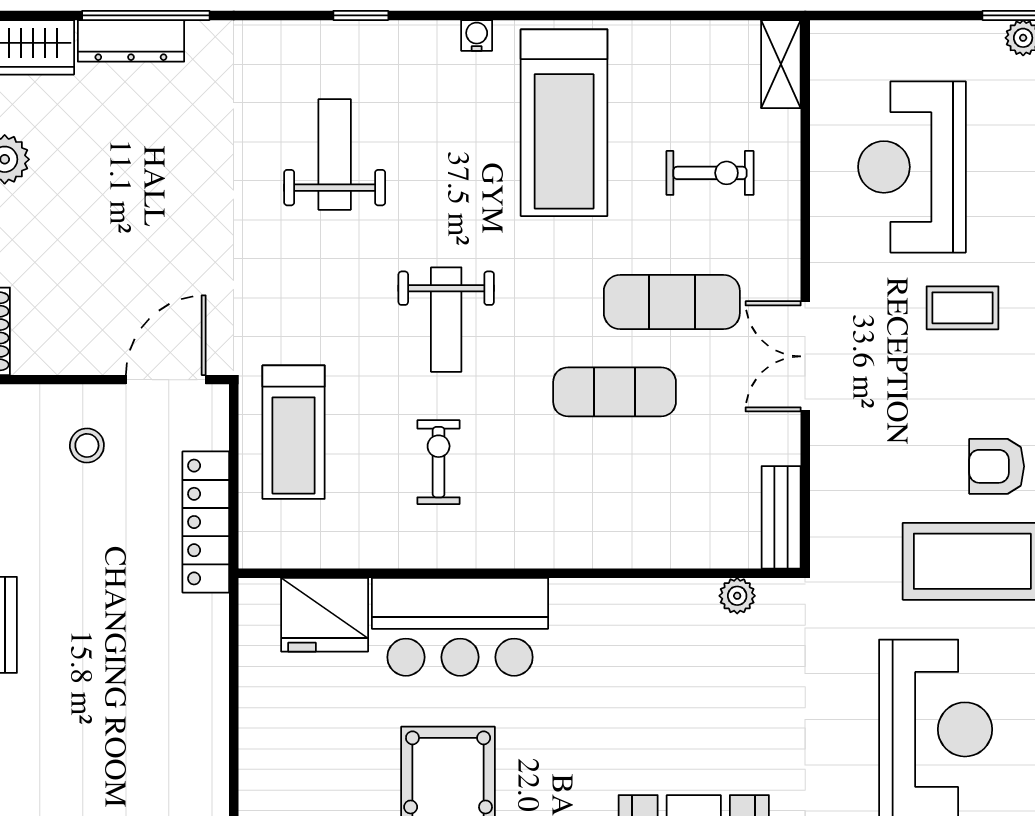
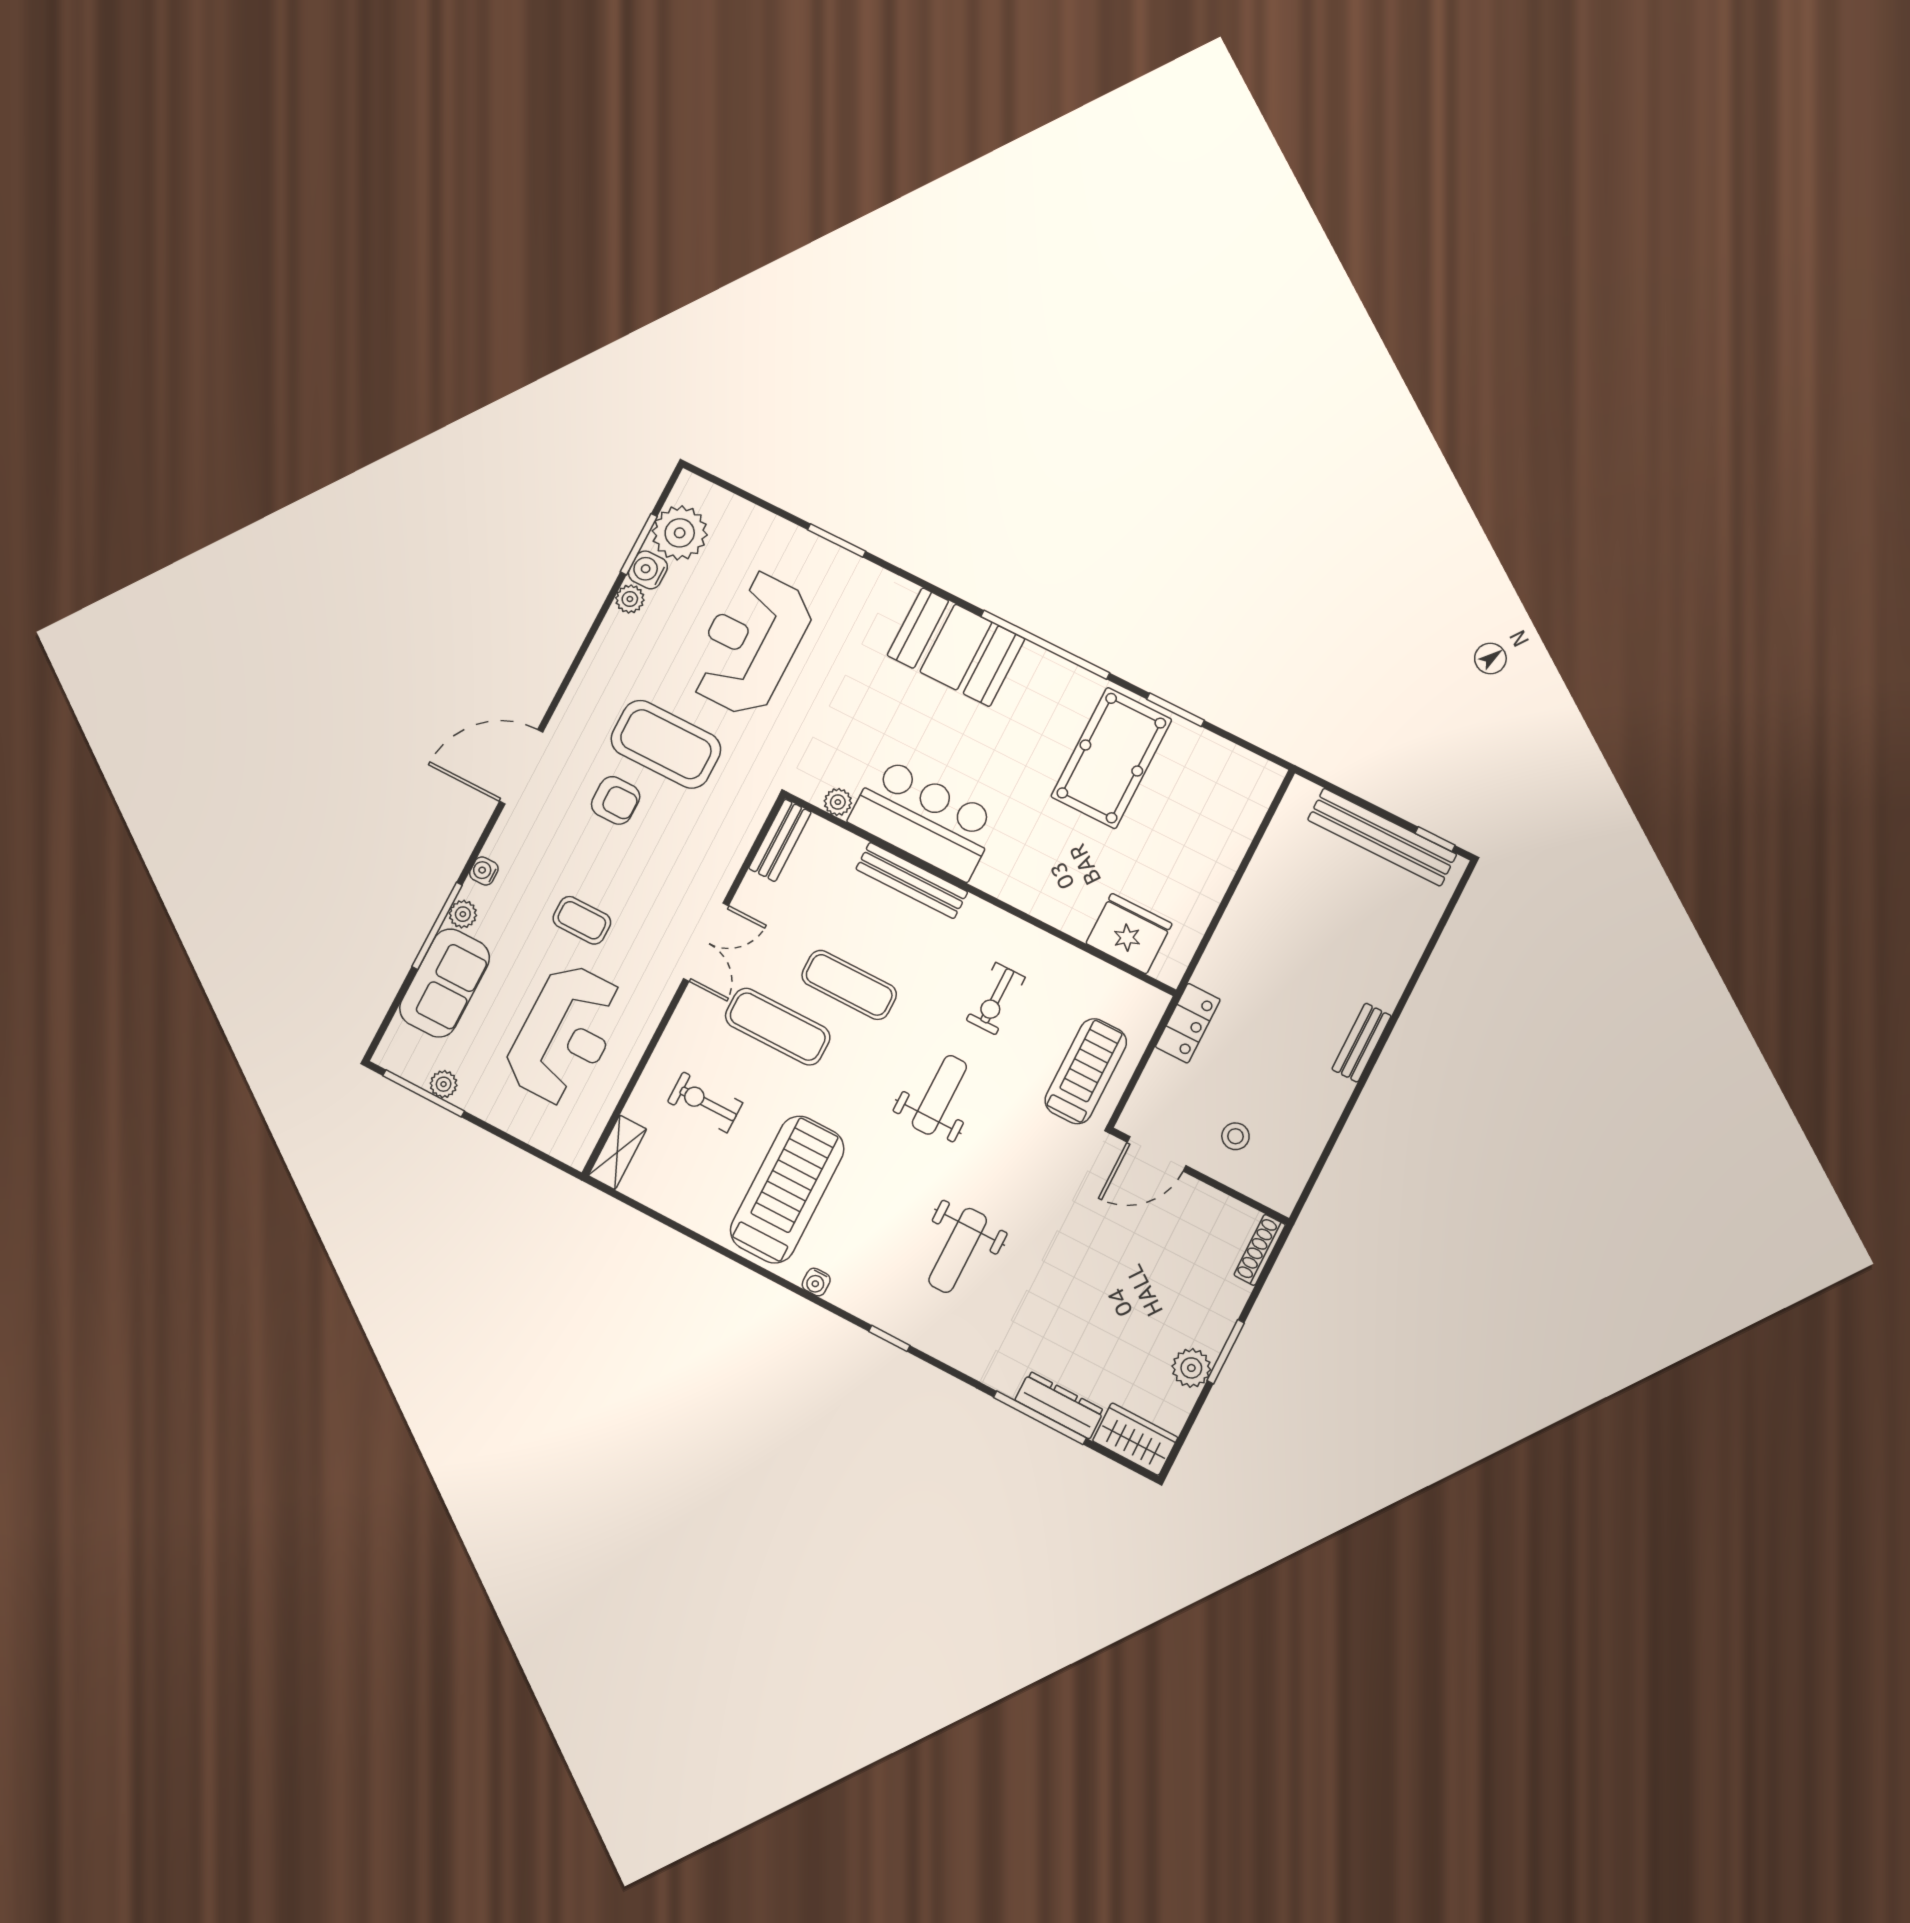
locker: (206, 522) -> (1188, 1023), width x0.66
bench: (605, 549) -> (912, 880), added
bar counter: (460, 627) -> (924, 819), moved

